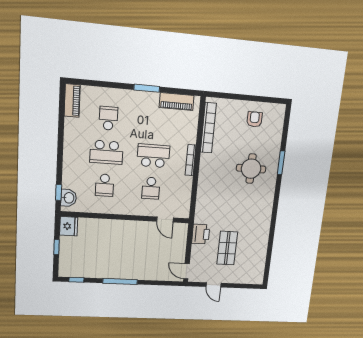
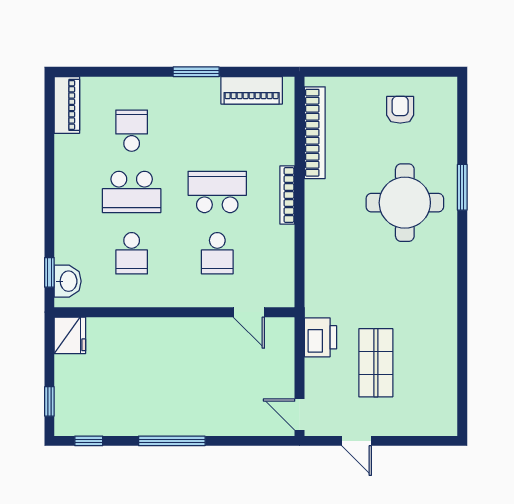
round table: (251, 169) -> (405, 203), width x1.36, depth x1.36
window: (56, 247) -> (49, 401), moved

